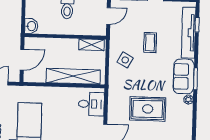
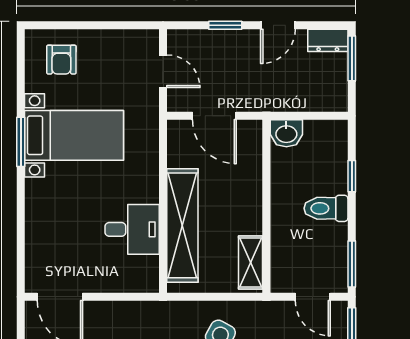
desk: (91, 104) -> (132, 229), moved, turned -90

